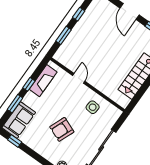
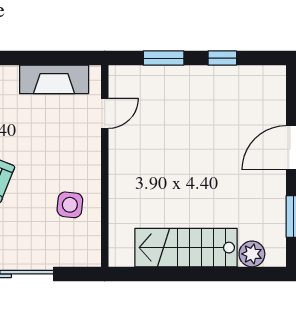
door: (79, 78) -> (105, 113), moved
window: (29, 84) -> (29, 58), removed

